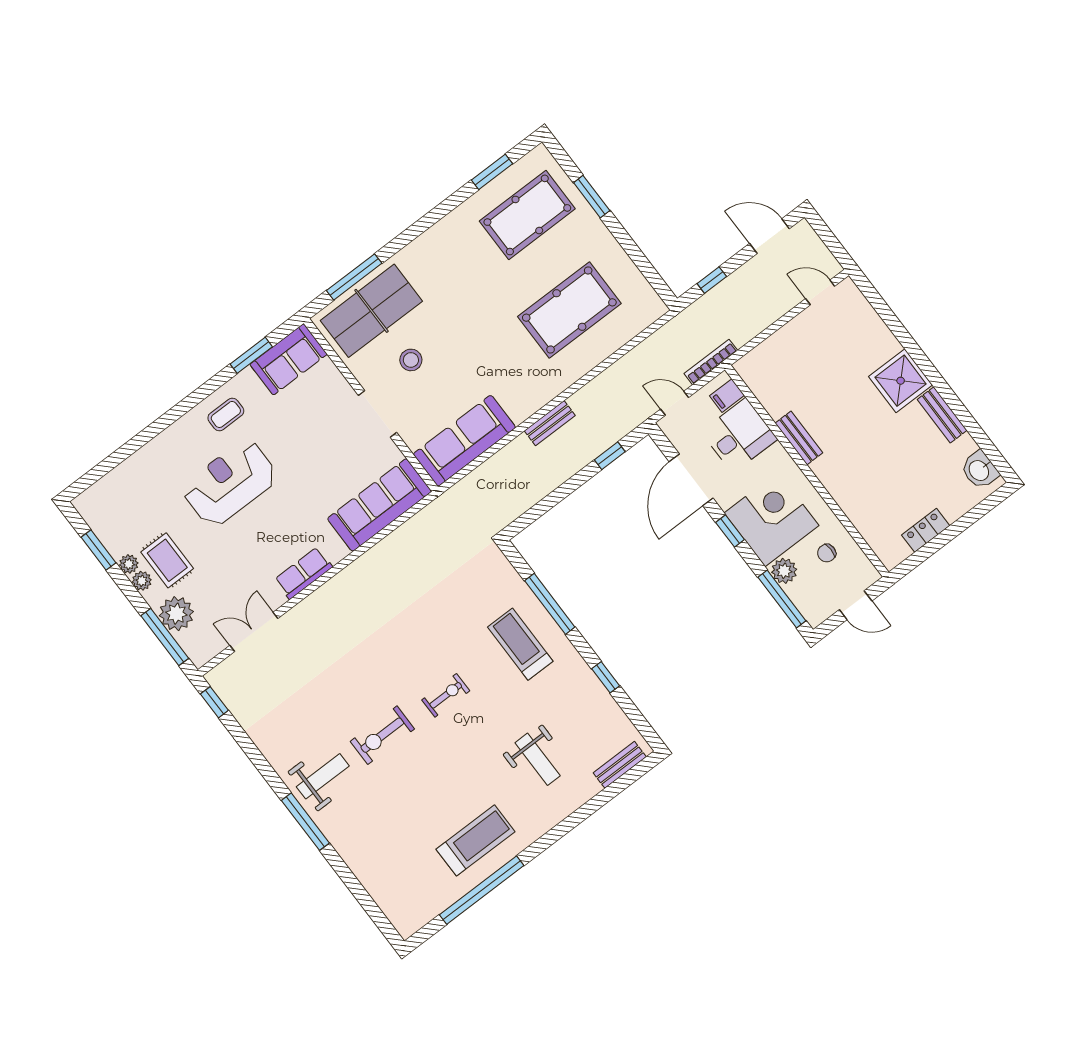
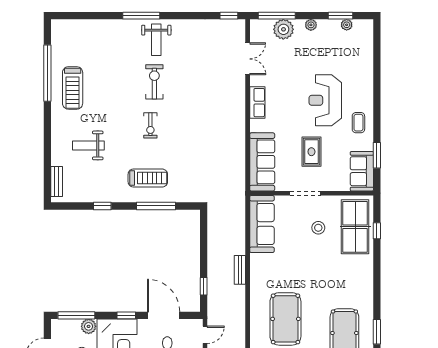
window: (354, 277) -> (377, 231), width x0.46
reception desk: (230, 483) -> (325, 100), turned 180
rug: (167, 560) -> (311, 152), moved, turned 90
plant: (129, 564) -> (347, 25), moved

